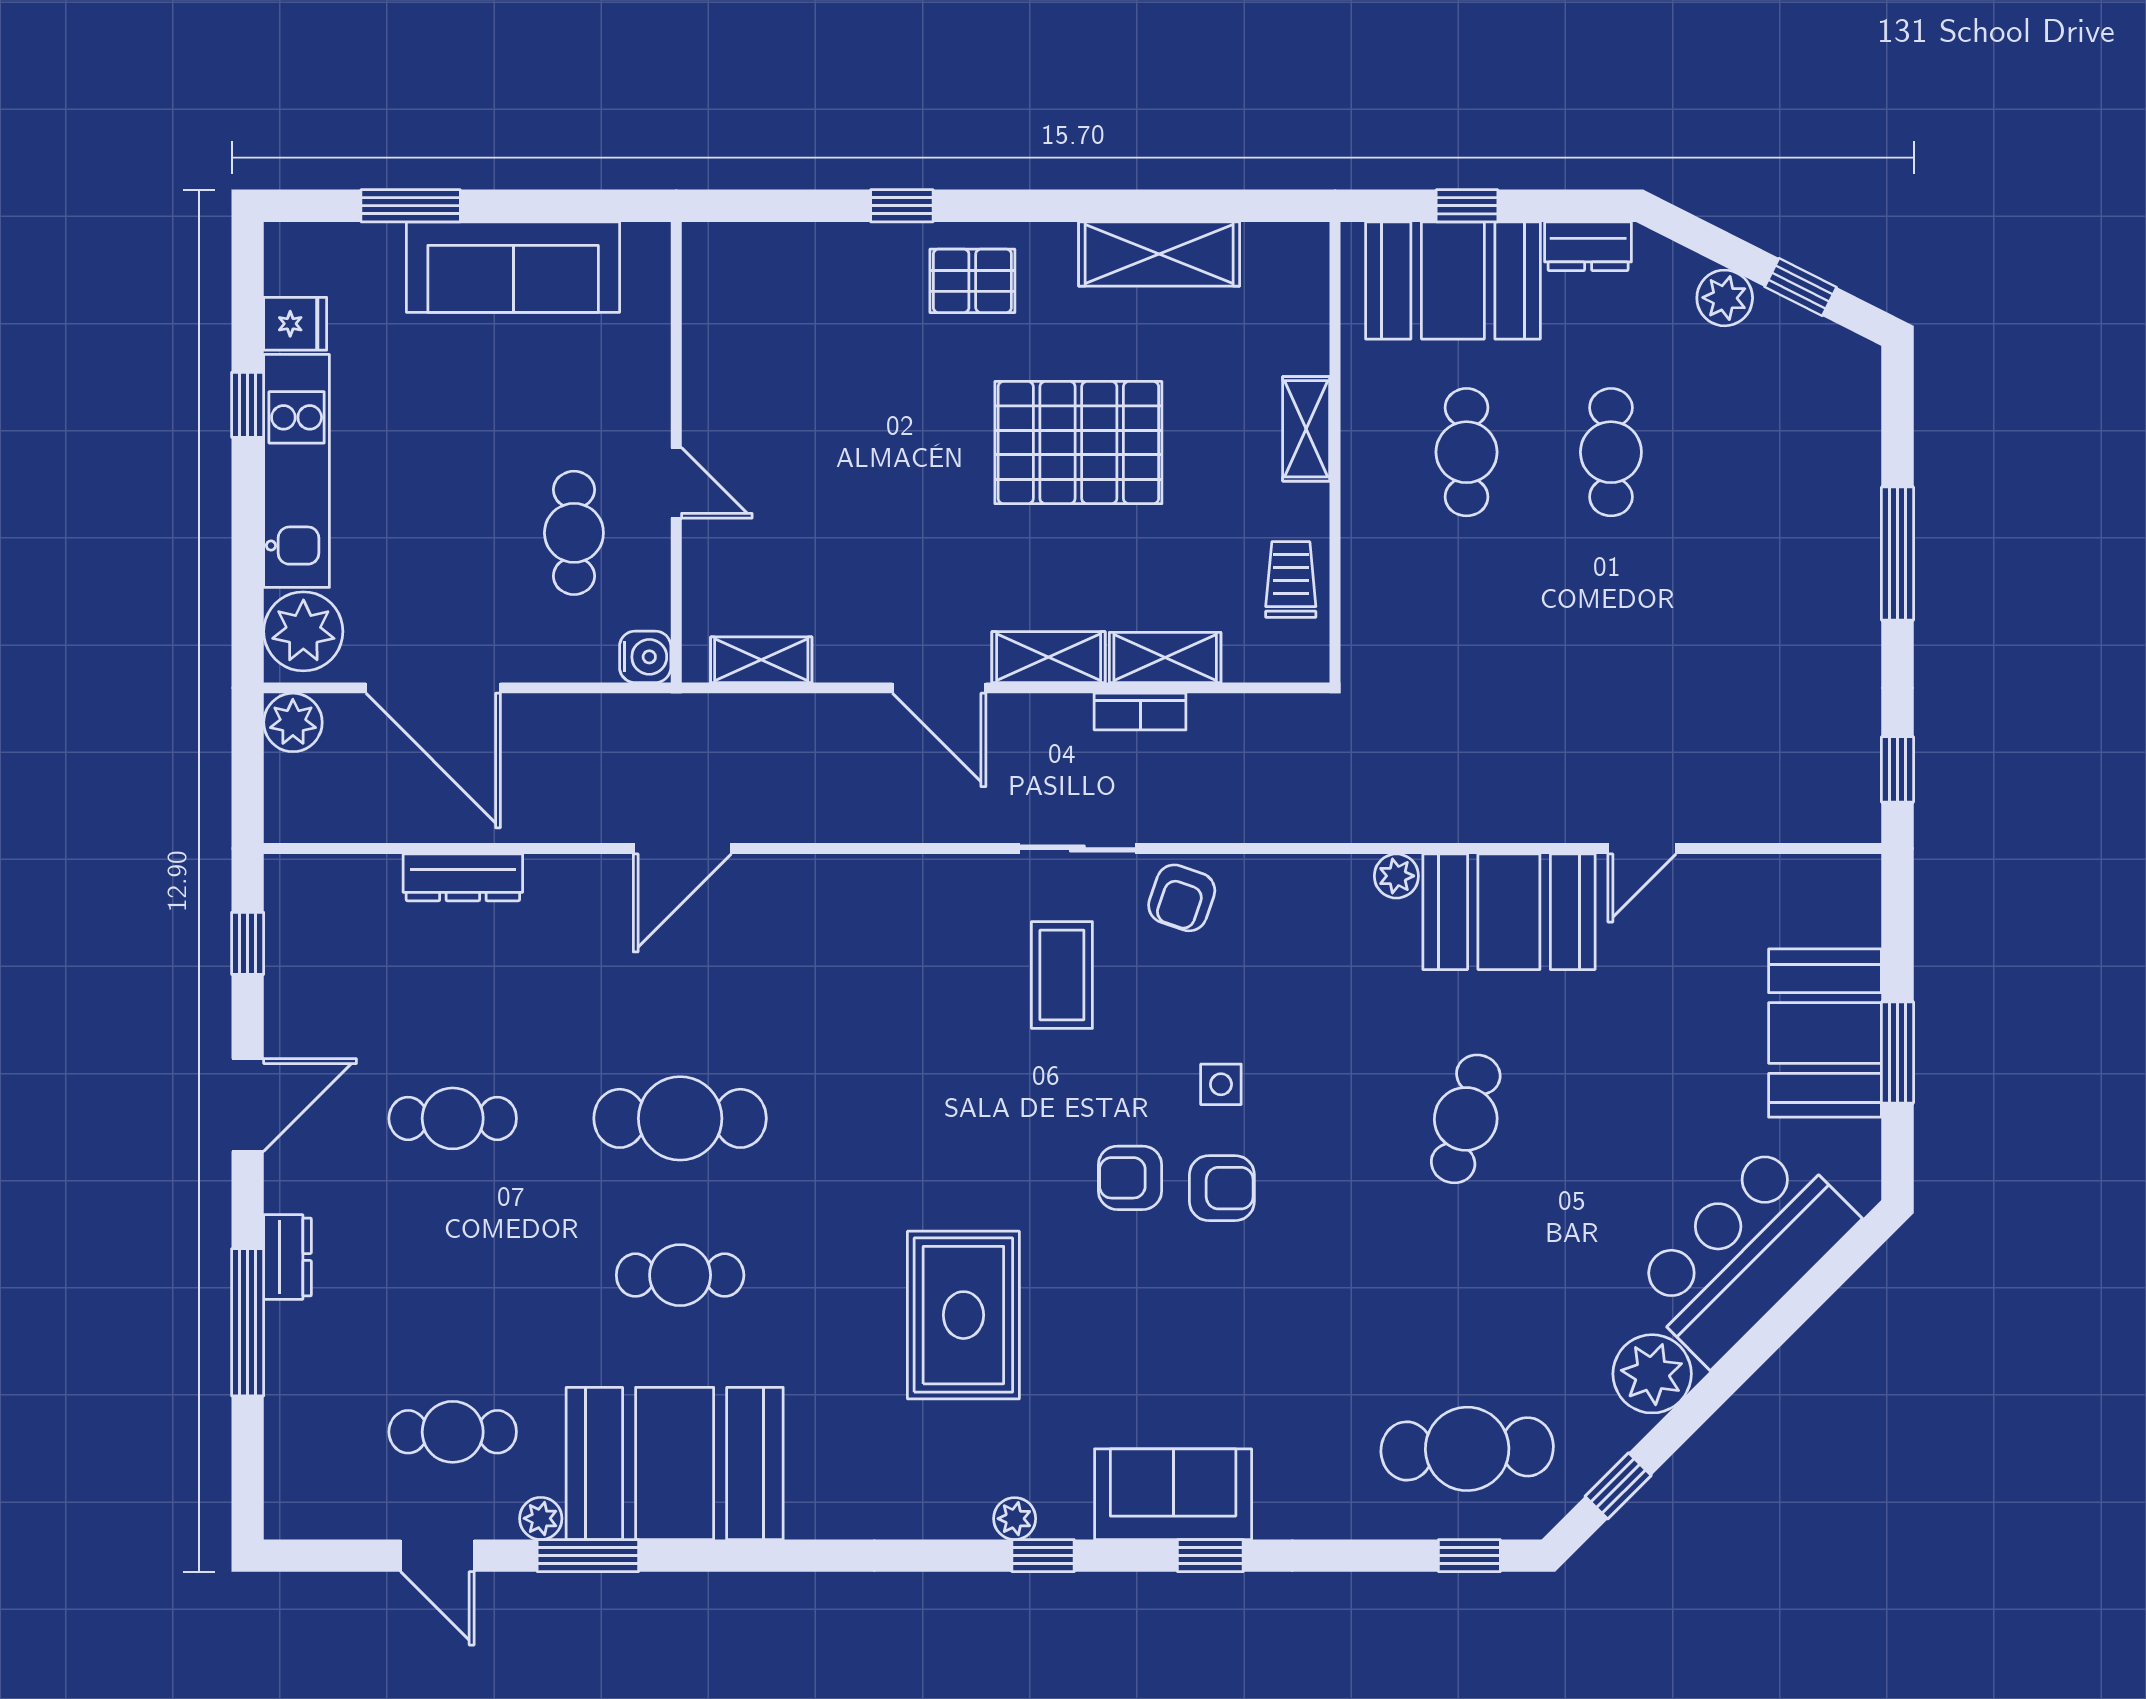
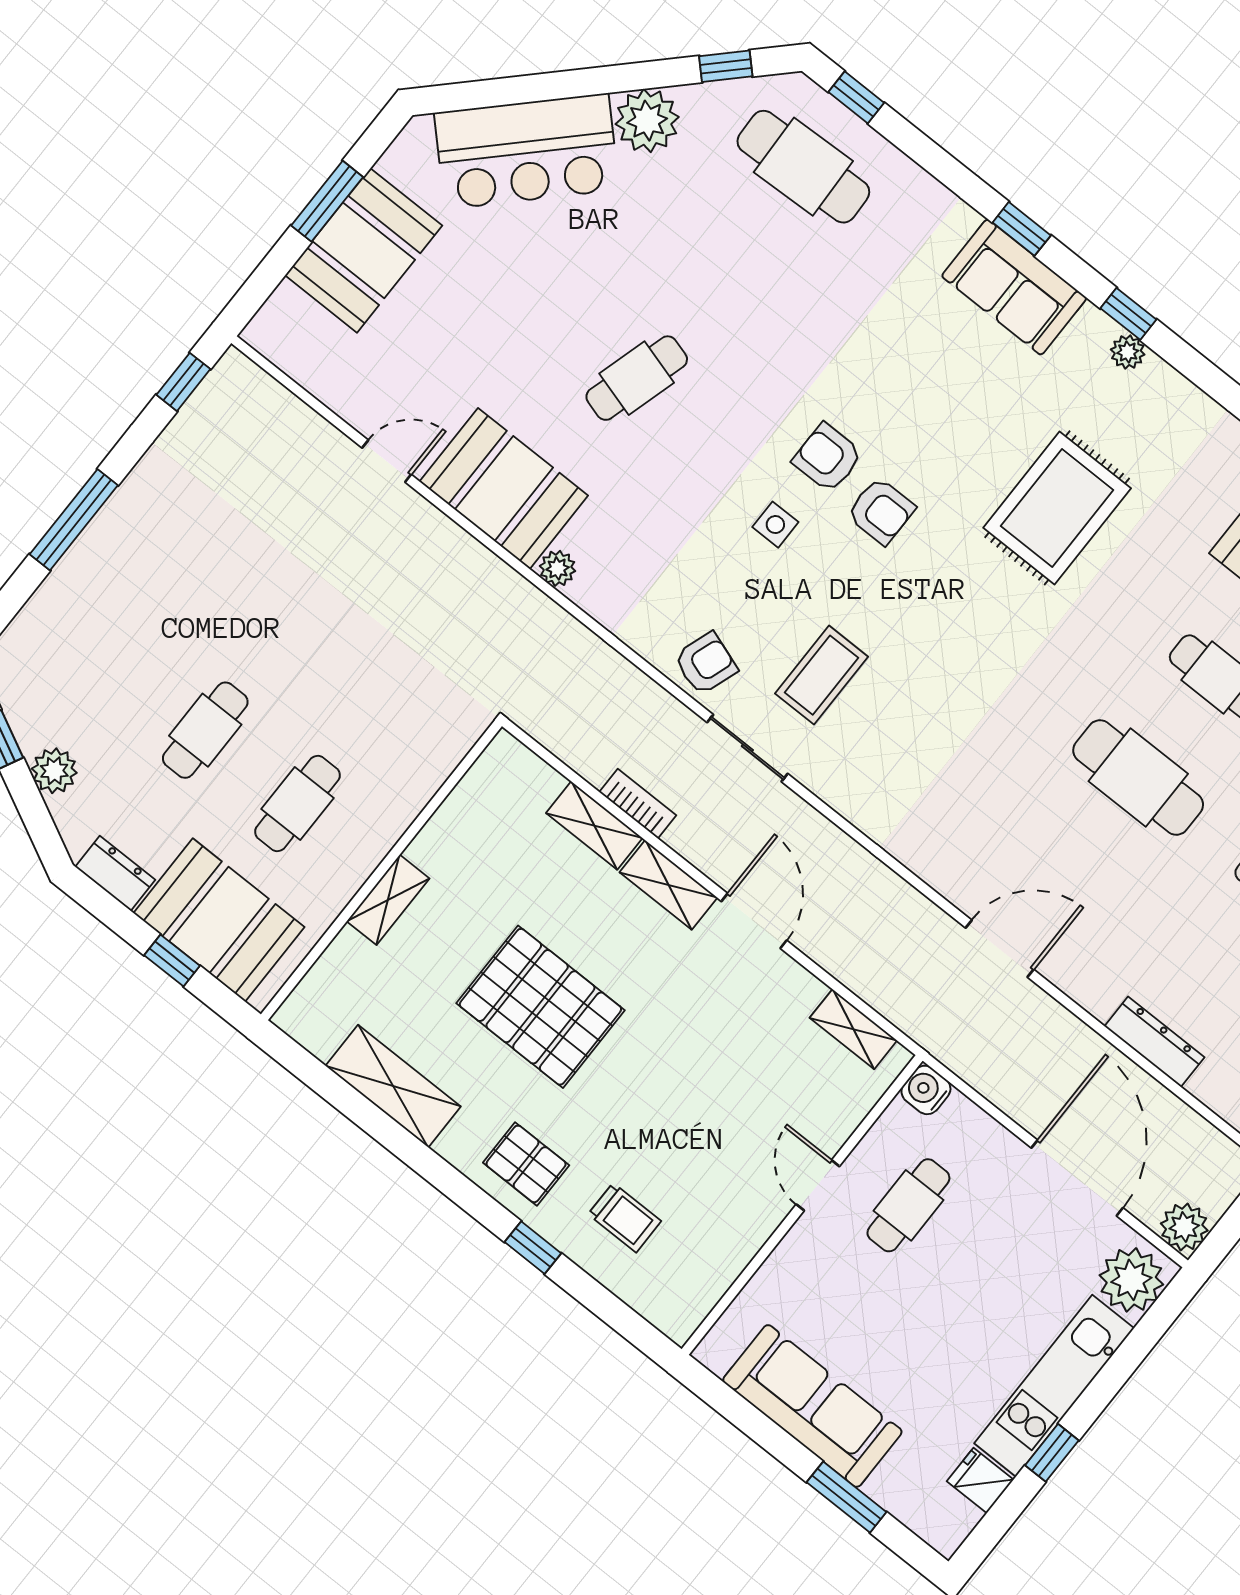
trolley: (1291, 579) -> (625, 1218), moved, turned -90

